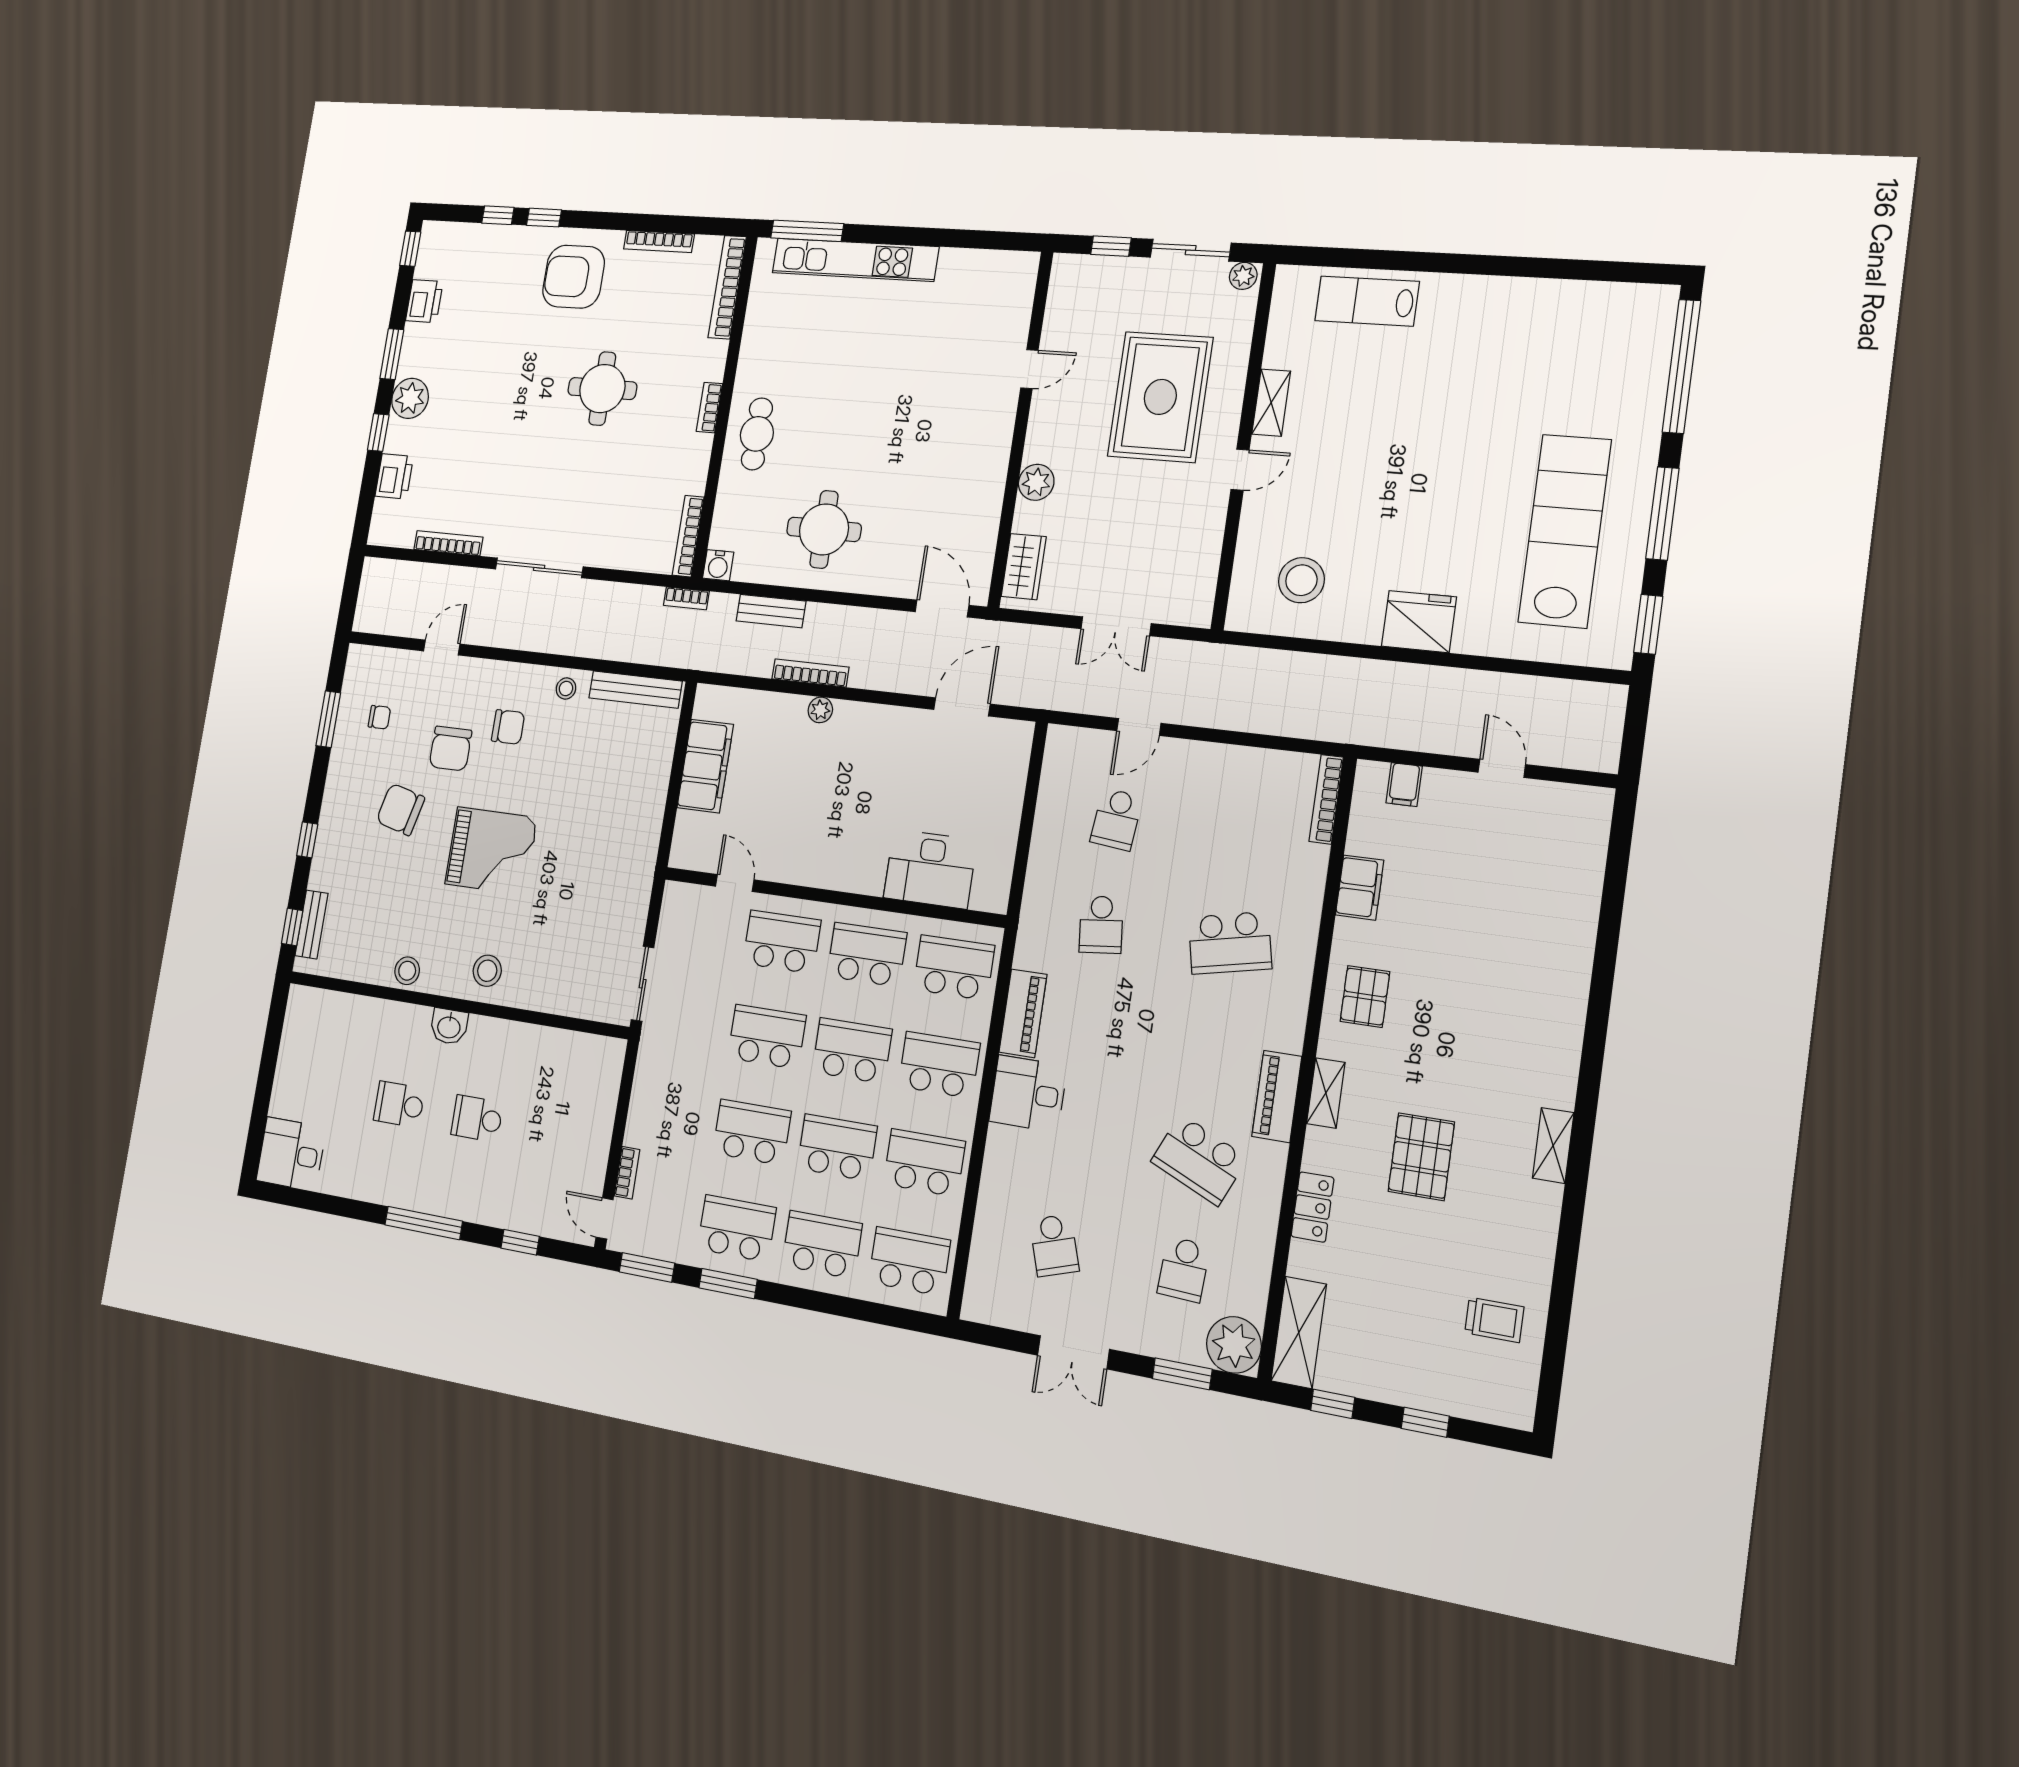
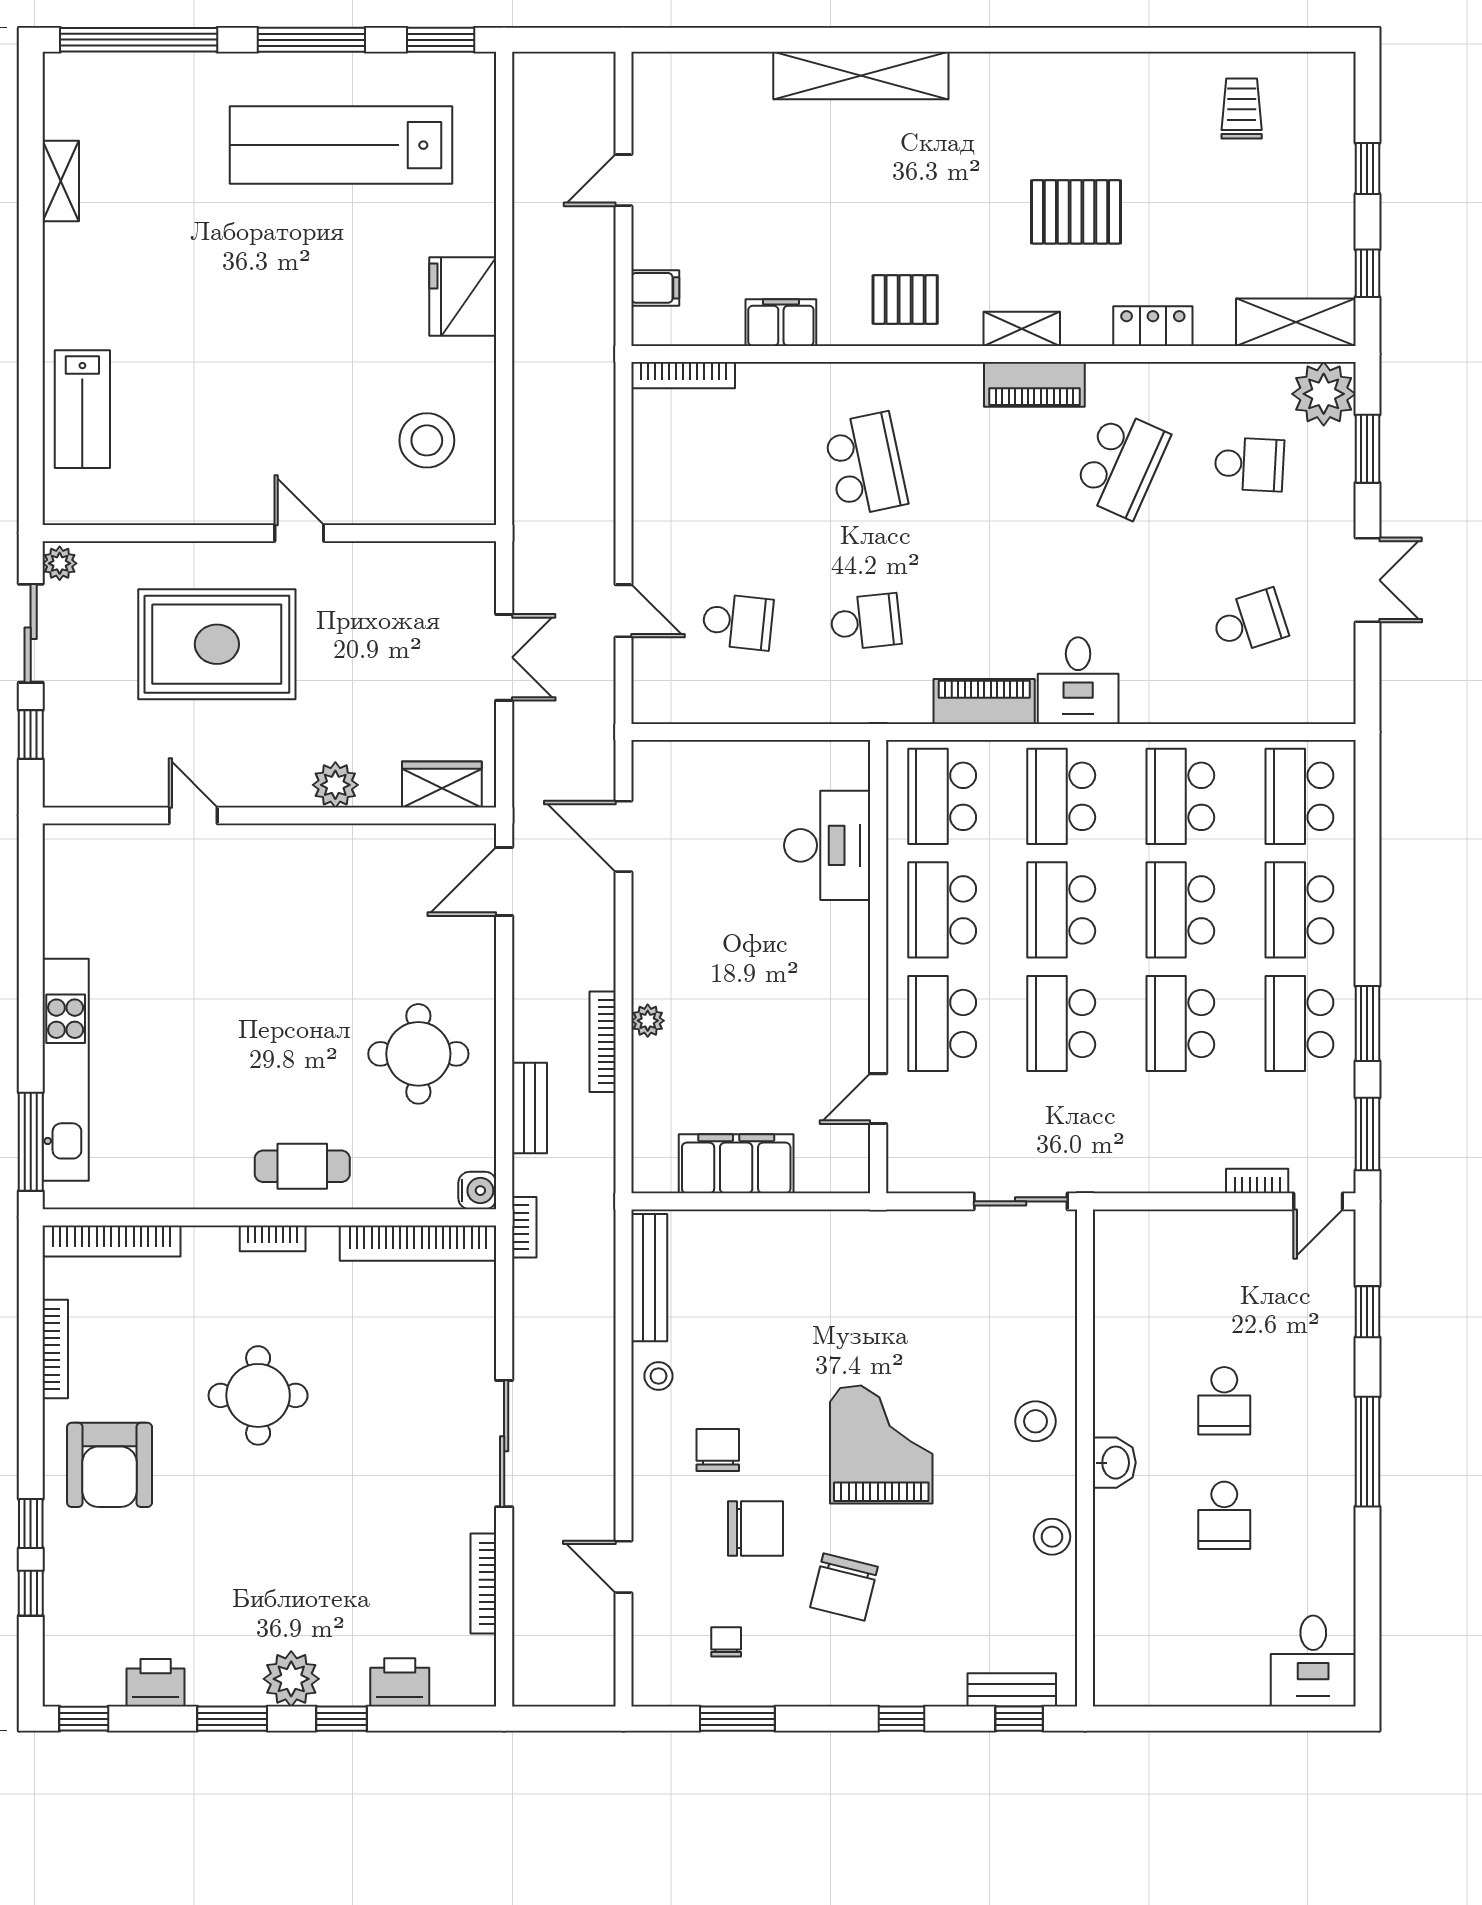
shelving: (1271, 403) -> (61, 181), moved, turned 90
bookcase: (688, 536) -> (418, 1243), width x1.48, depth x1.31
shelving: (1553, 1145) -> (861, 76), moved, width x2.20, depth x1.33

